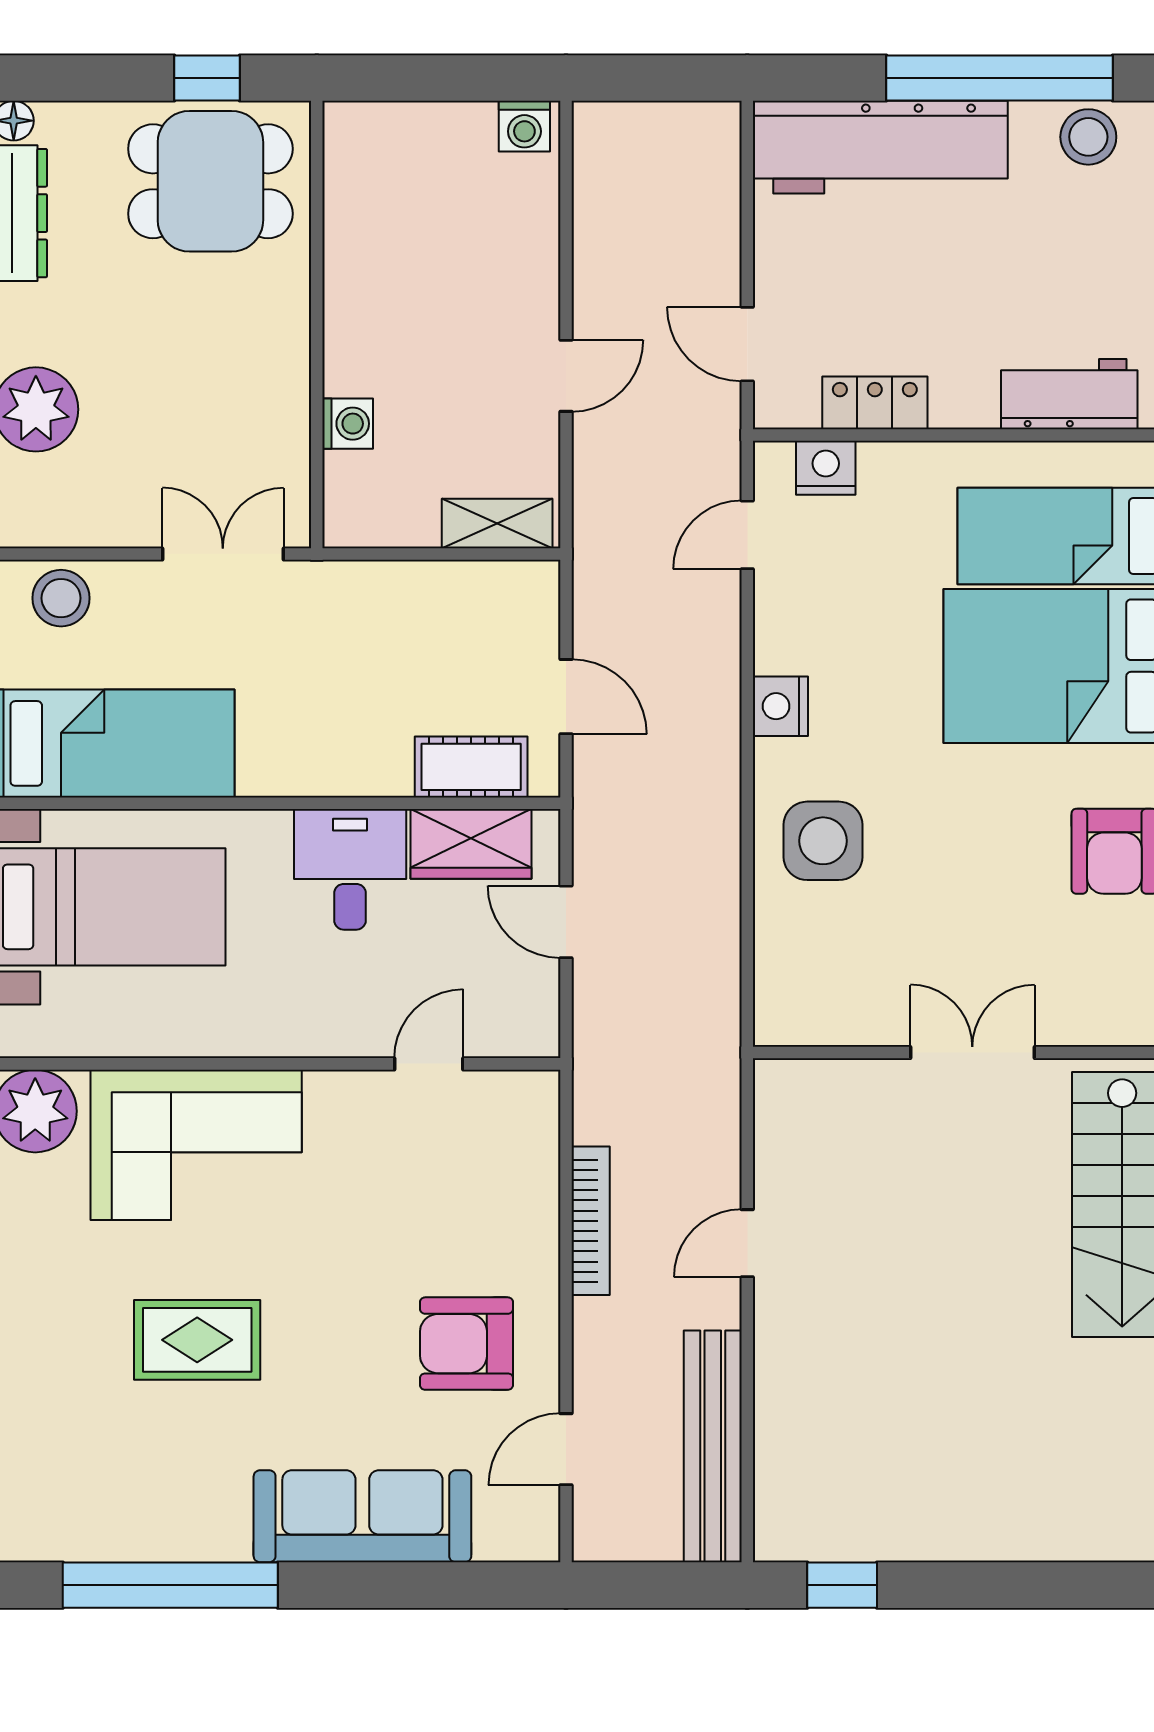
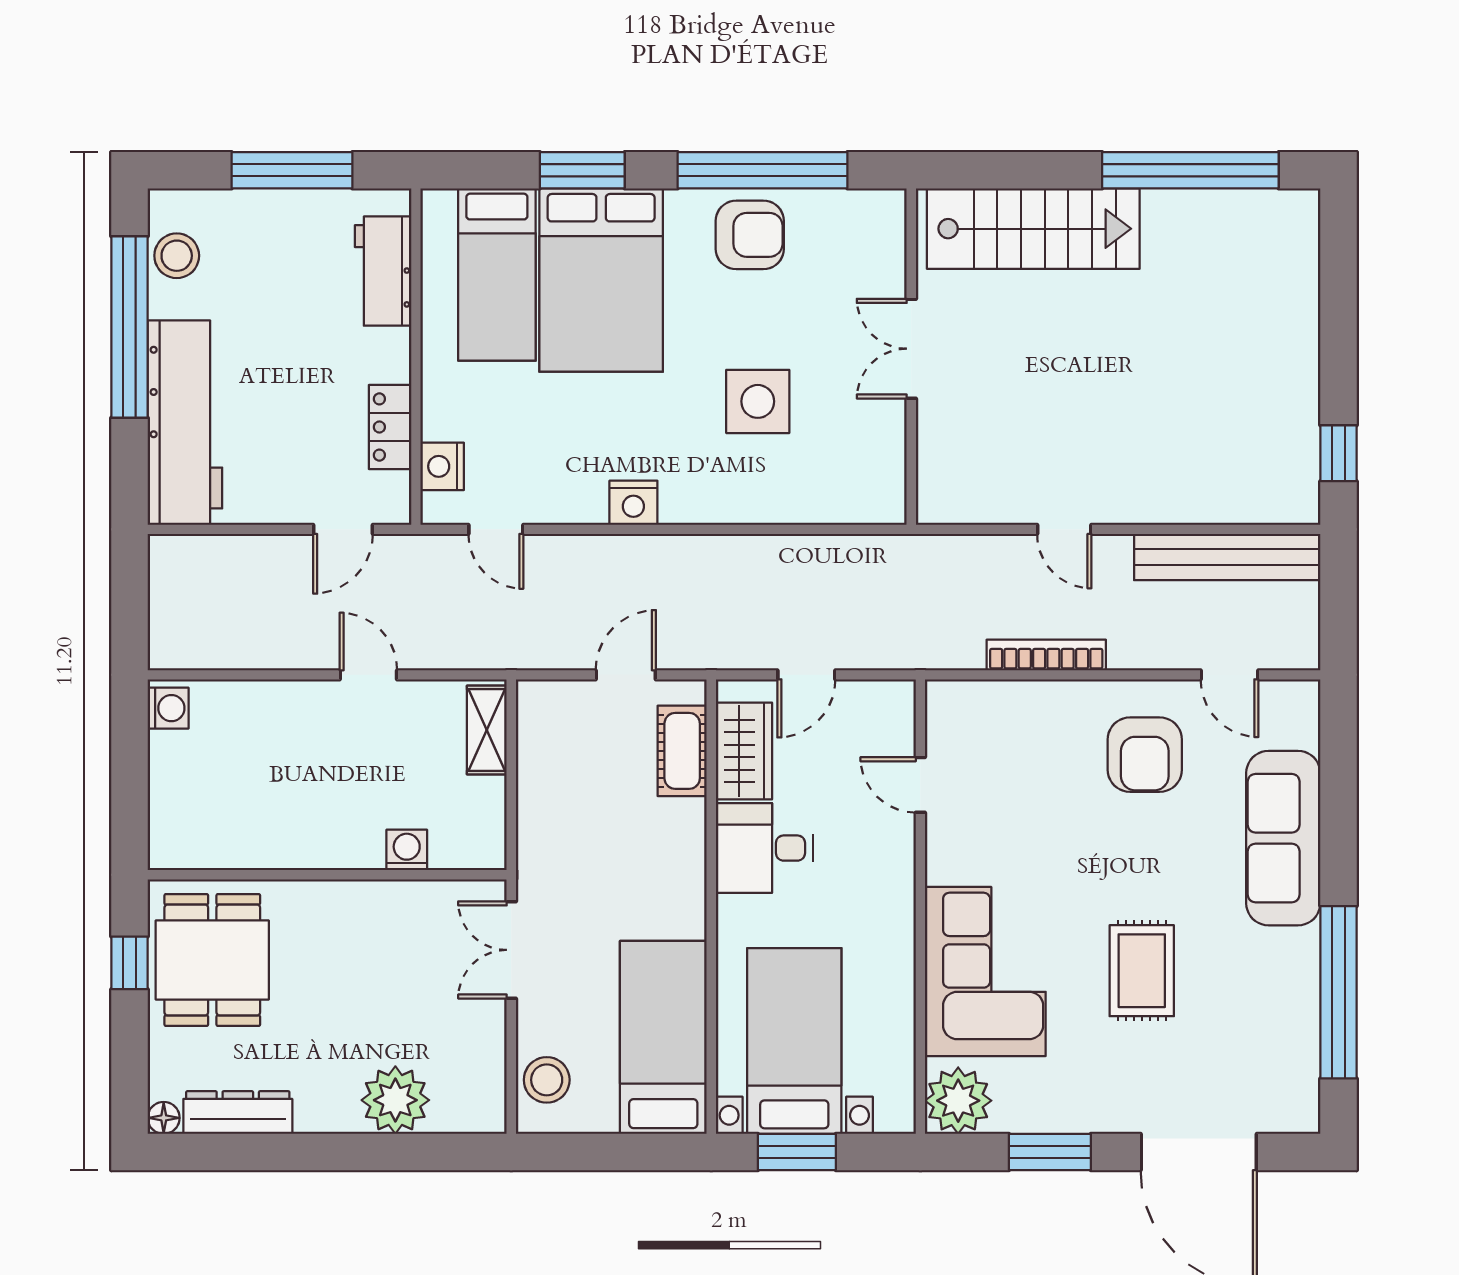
side table: (823, 841) -> (758, 401), moved

